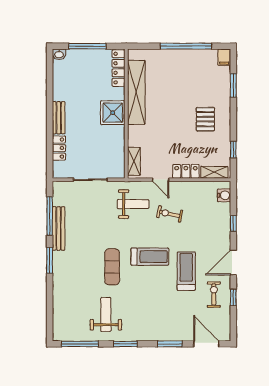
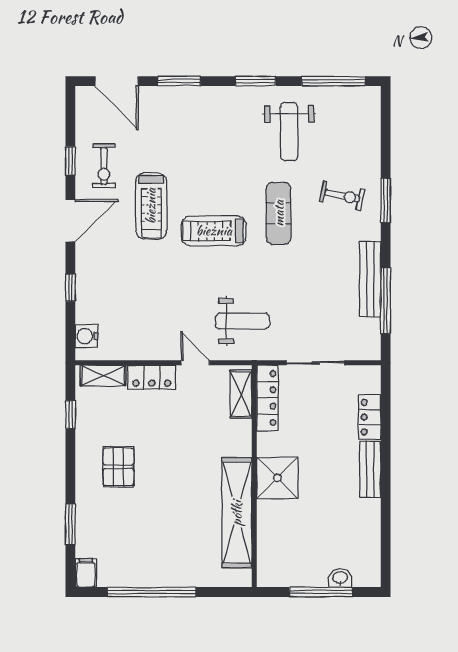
washbasin: (59, 54) -> (340, 578), moved
locker: (118, 68) -> (268, 398), moved
weight bench: (133, 204) -> (242, 321), turned 180
exercise bike: (170, 214) -> (342, 196), moved
window: (50, 260) -> (386, 200), moved

